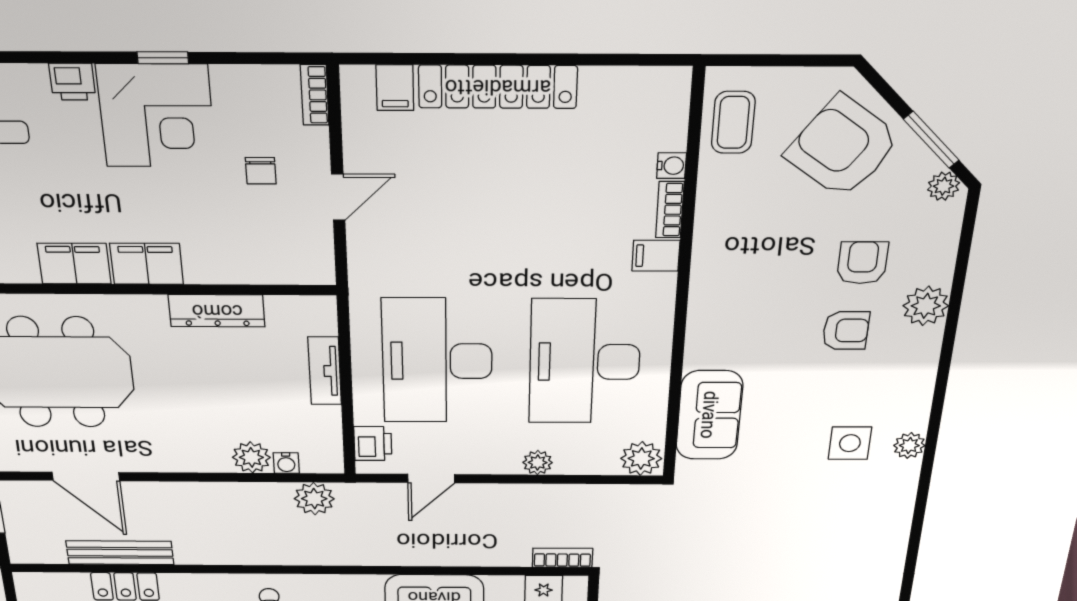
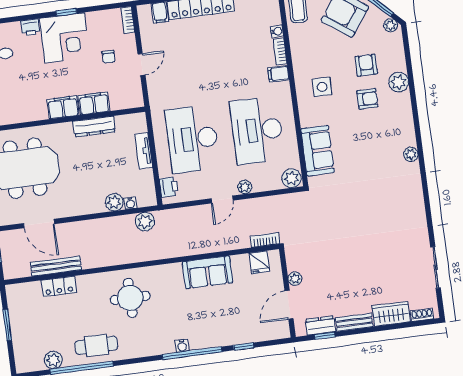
filing cabinet: (74, 264) -> (94, 103), moved
side table: (850, 443) -> (322, 87), moved
door: (431, 479) -> (222, 199), moved

